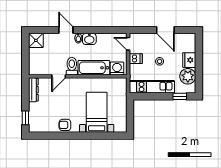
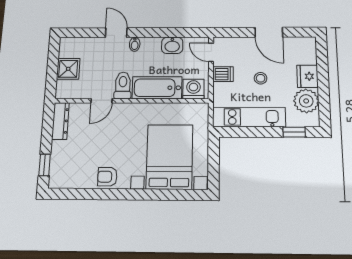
washbasin: (89, 39) -> (172, 45), moved
shower: (36, 40) -> (68, 69), moved
bed with nightstands: (97, 112) -> (170, 157), width x1.36

